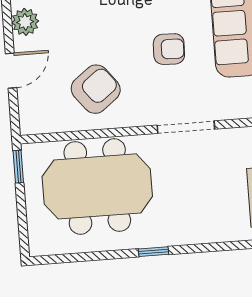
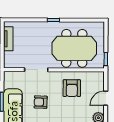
armchair: (96, 89) -> (72, 88), turned -52

